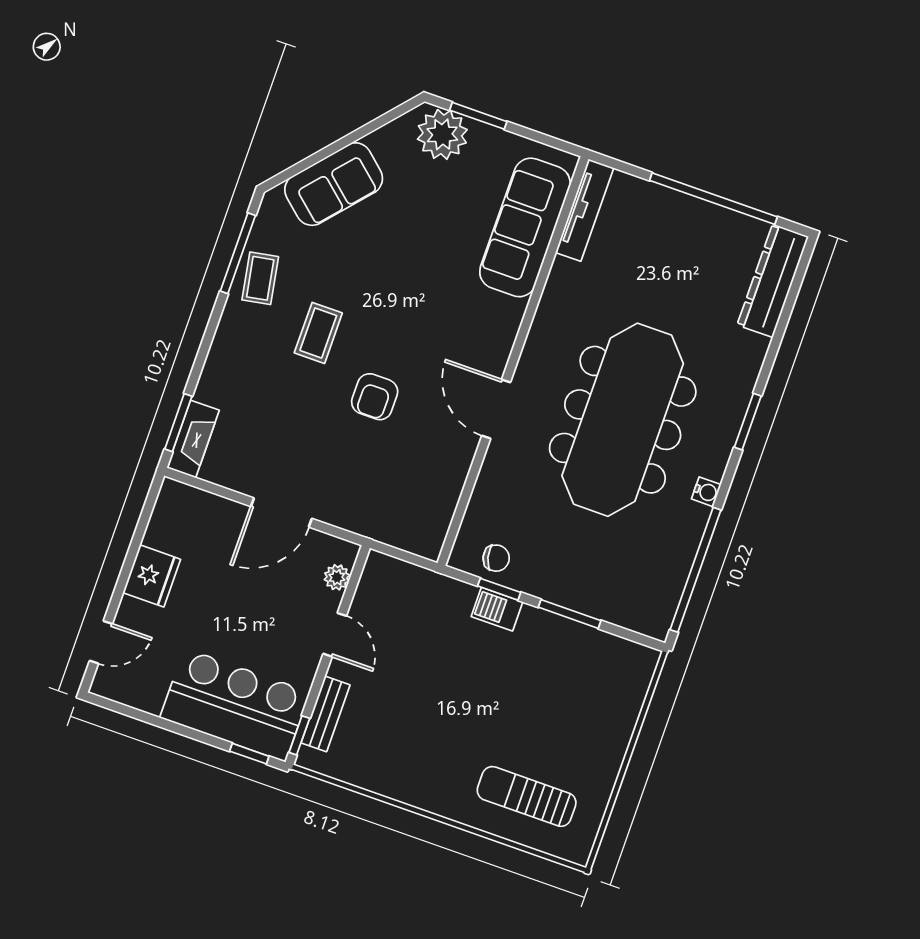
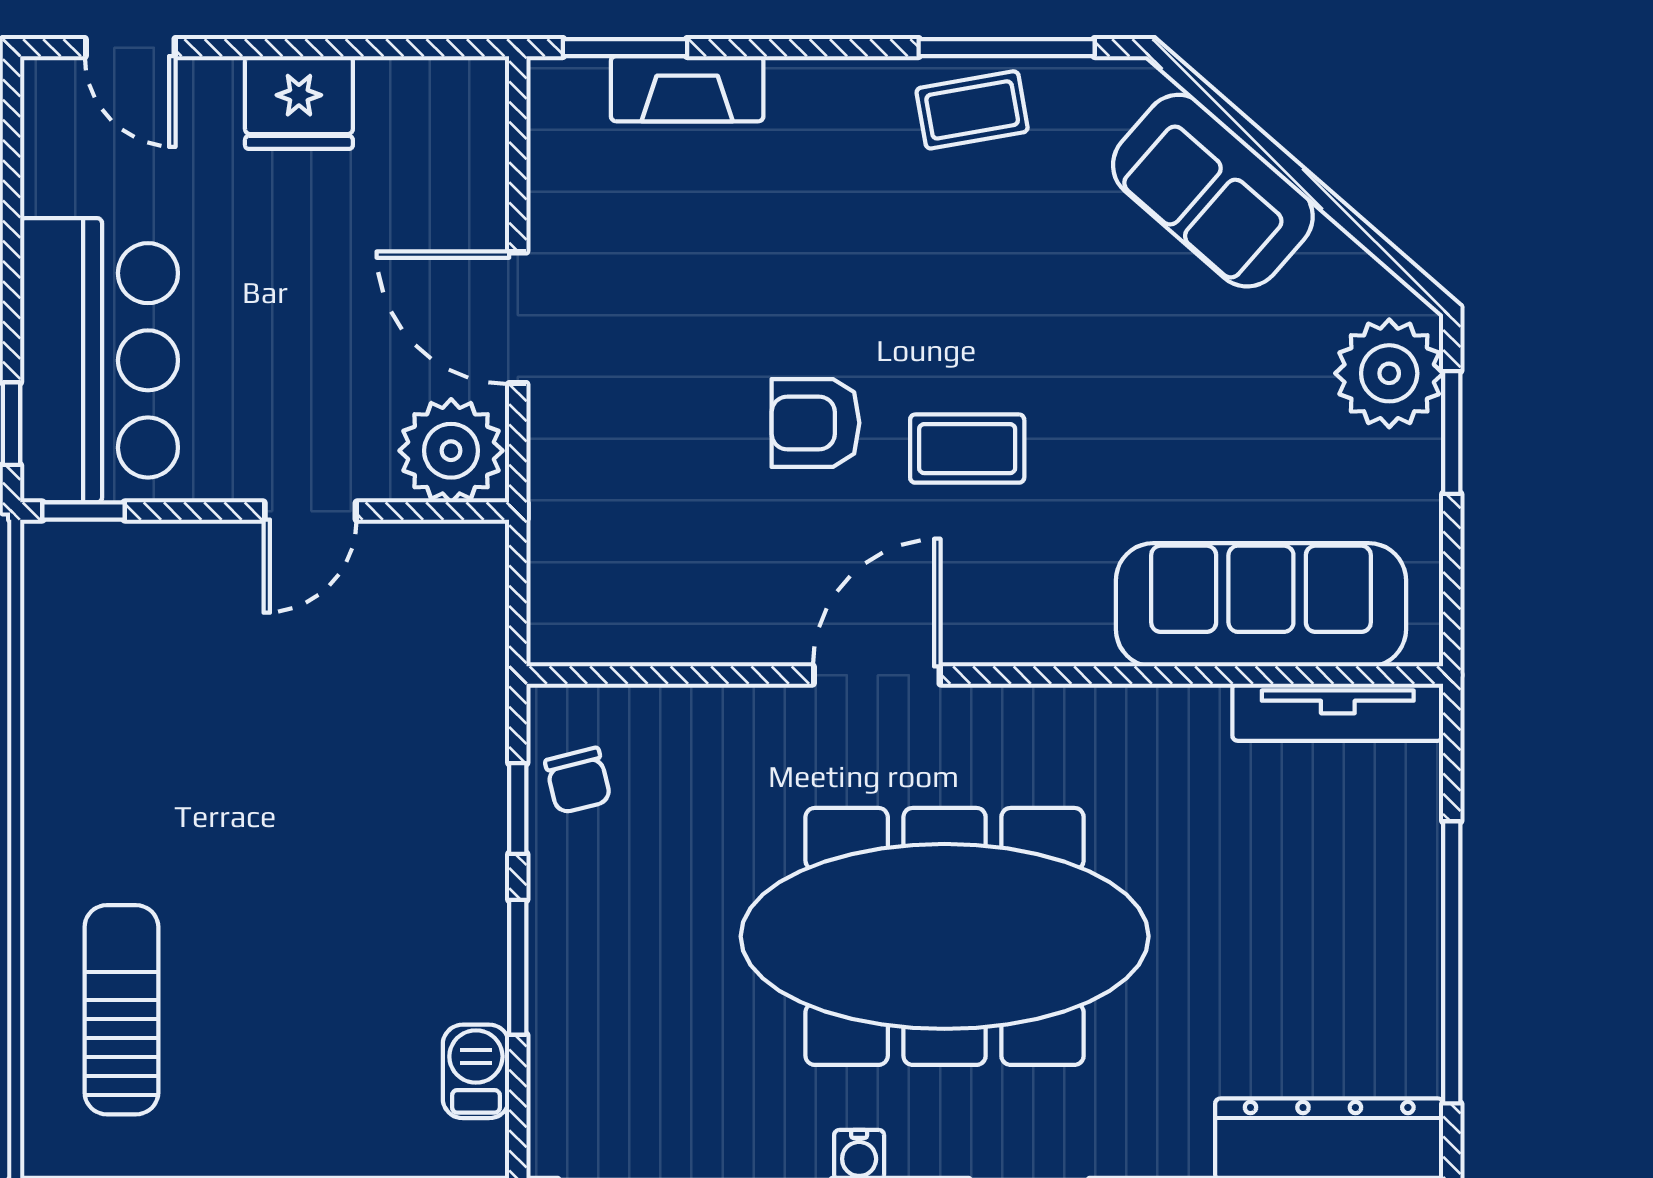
coffee table: (318, 333) -> (967, 449), moved
fireplace: (193, 439) -> (687, 89), moved
plant: (337, 577) -> (451, 451), width x1.87, depth x1.87
barbecue: (497, 609) -> (476, 1071), moved
bench: (326, 714) -> (145, 548), removed

